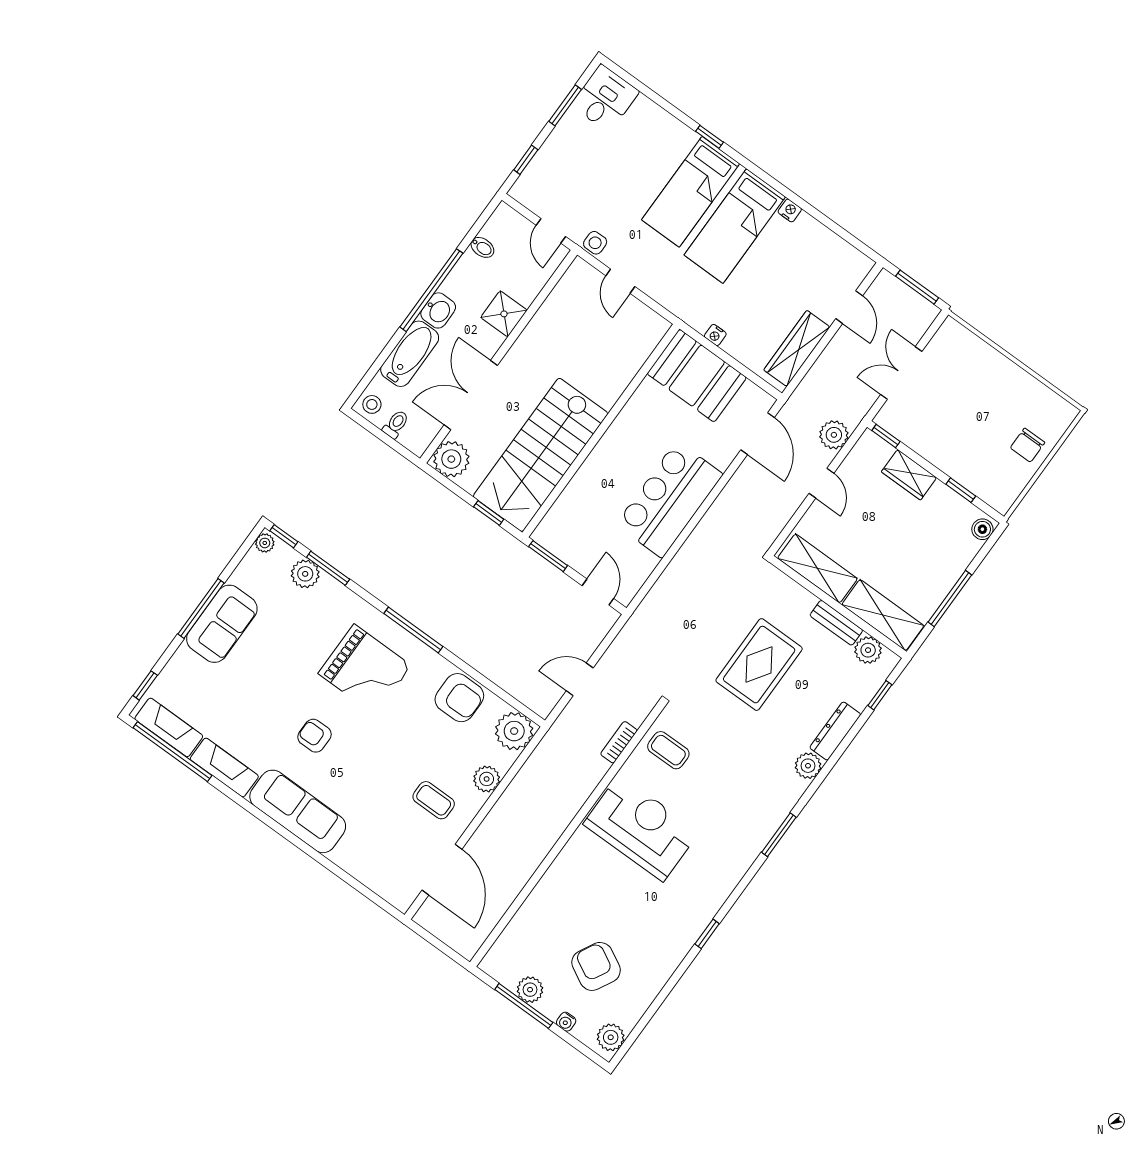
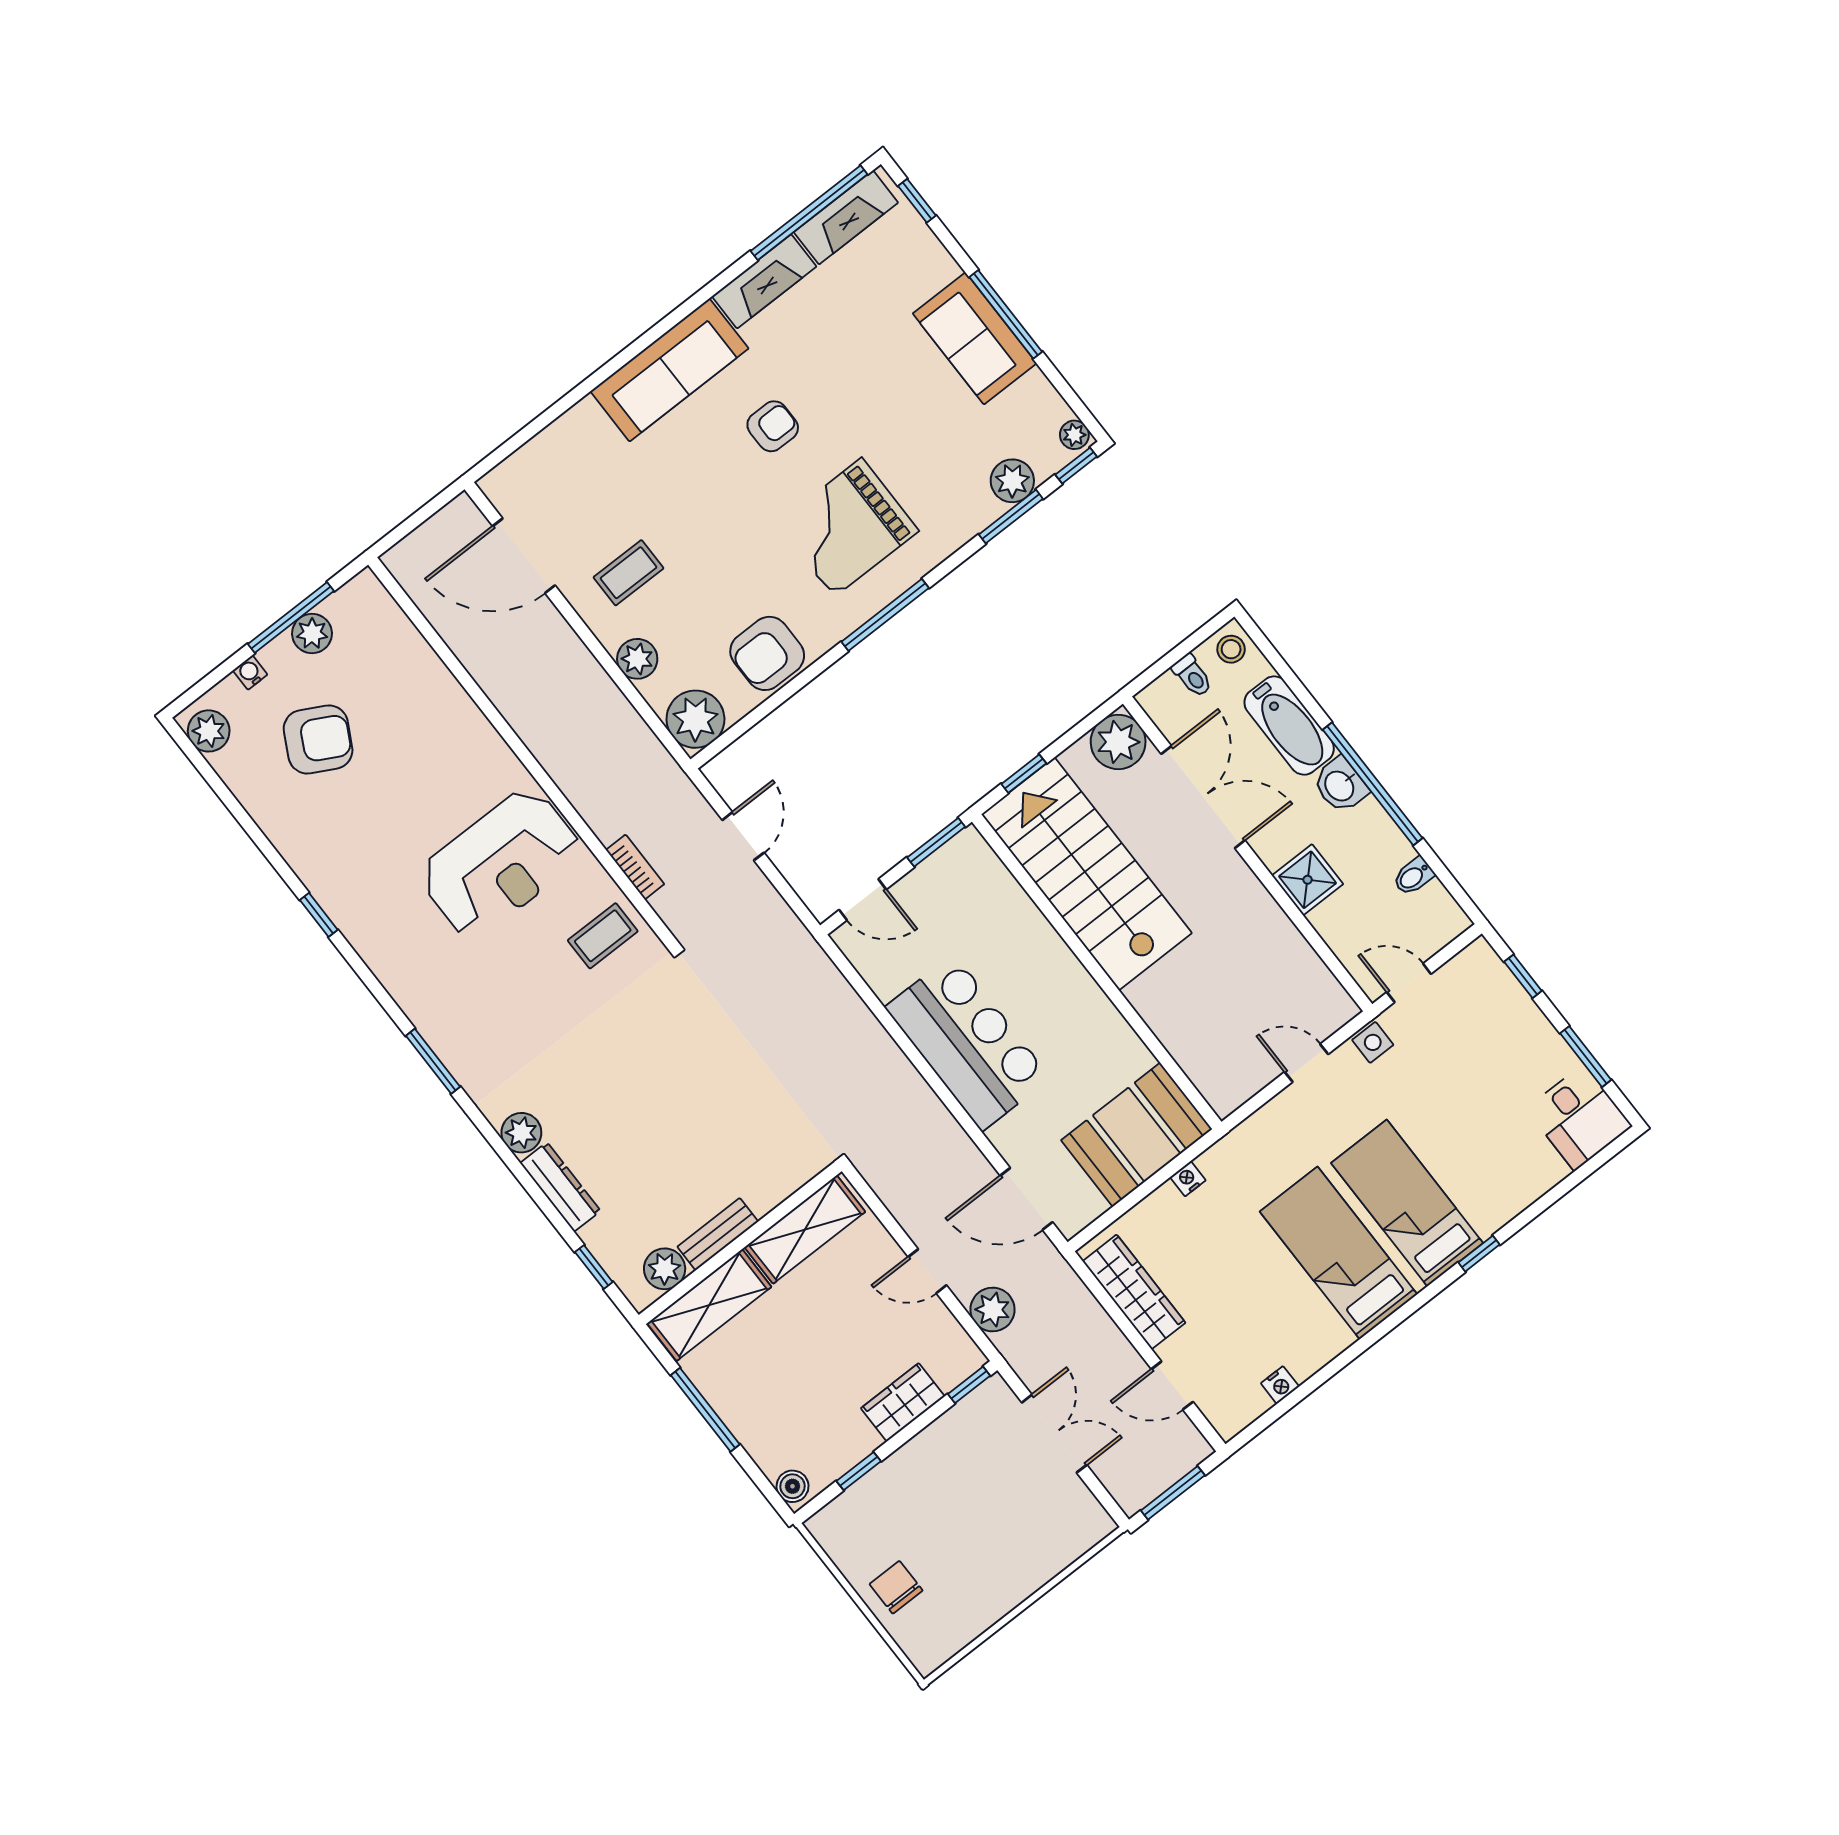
nightstand: (790, 210) -> (1280, 1385), moved
rug: (759, 665) -> (689, 1104), removed

